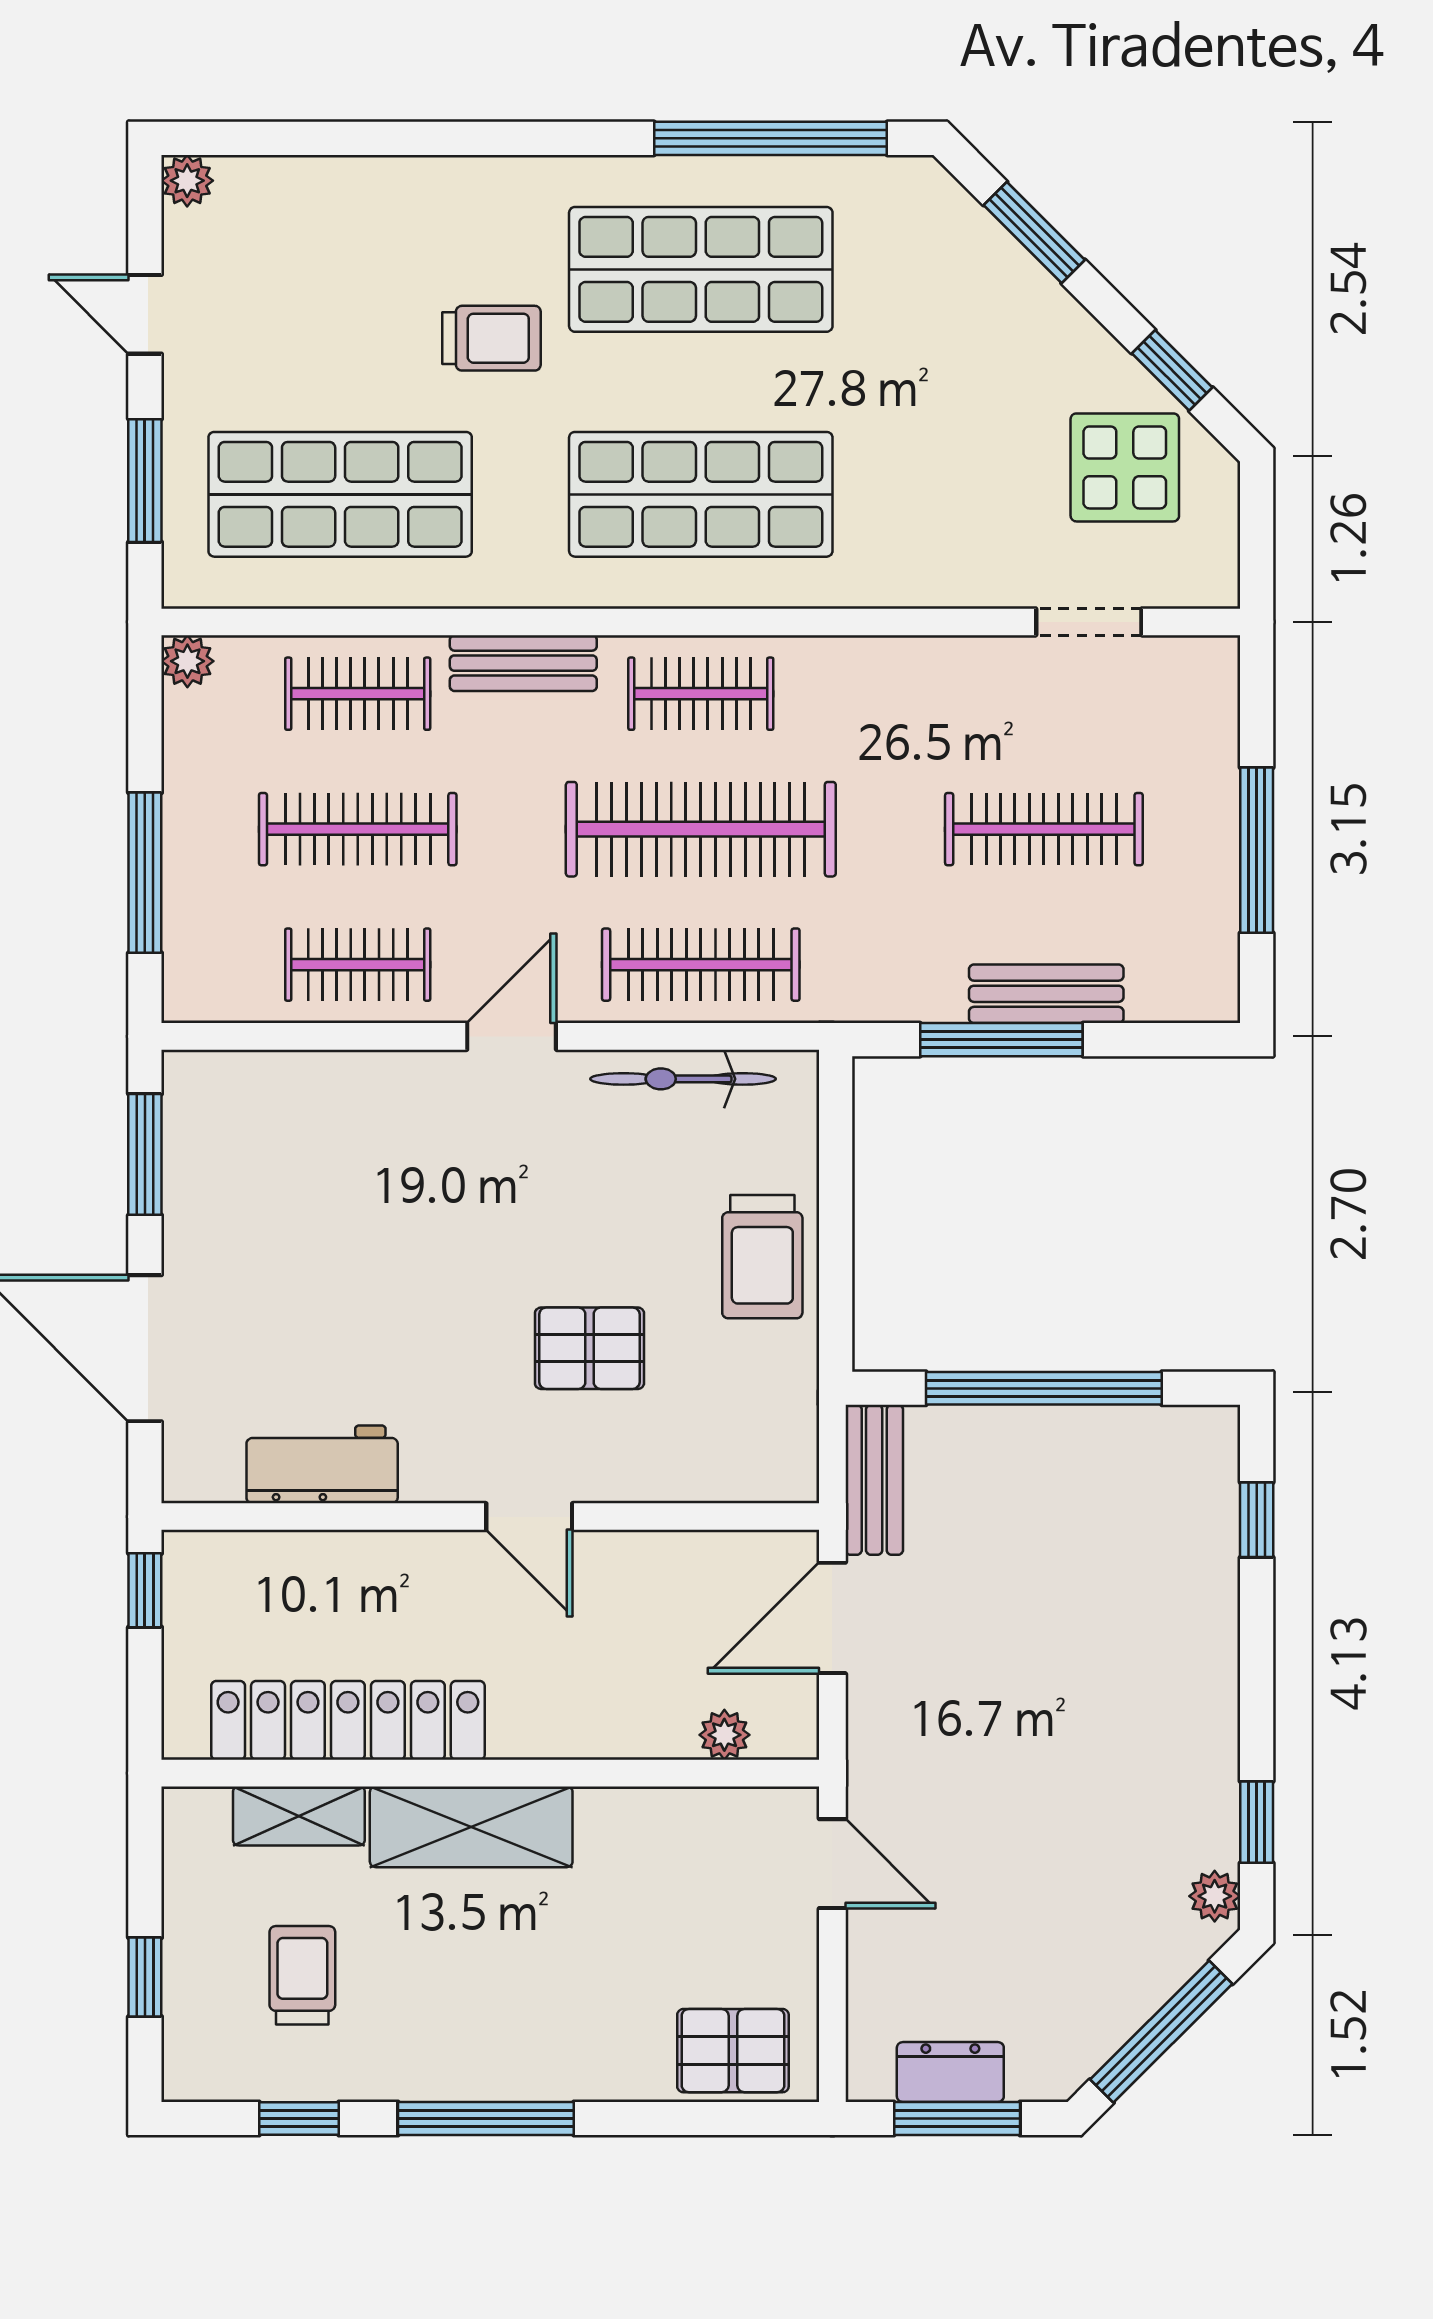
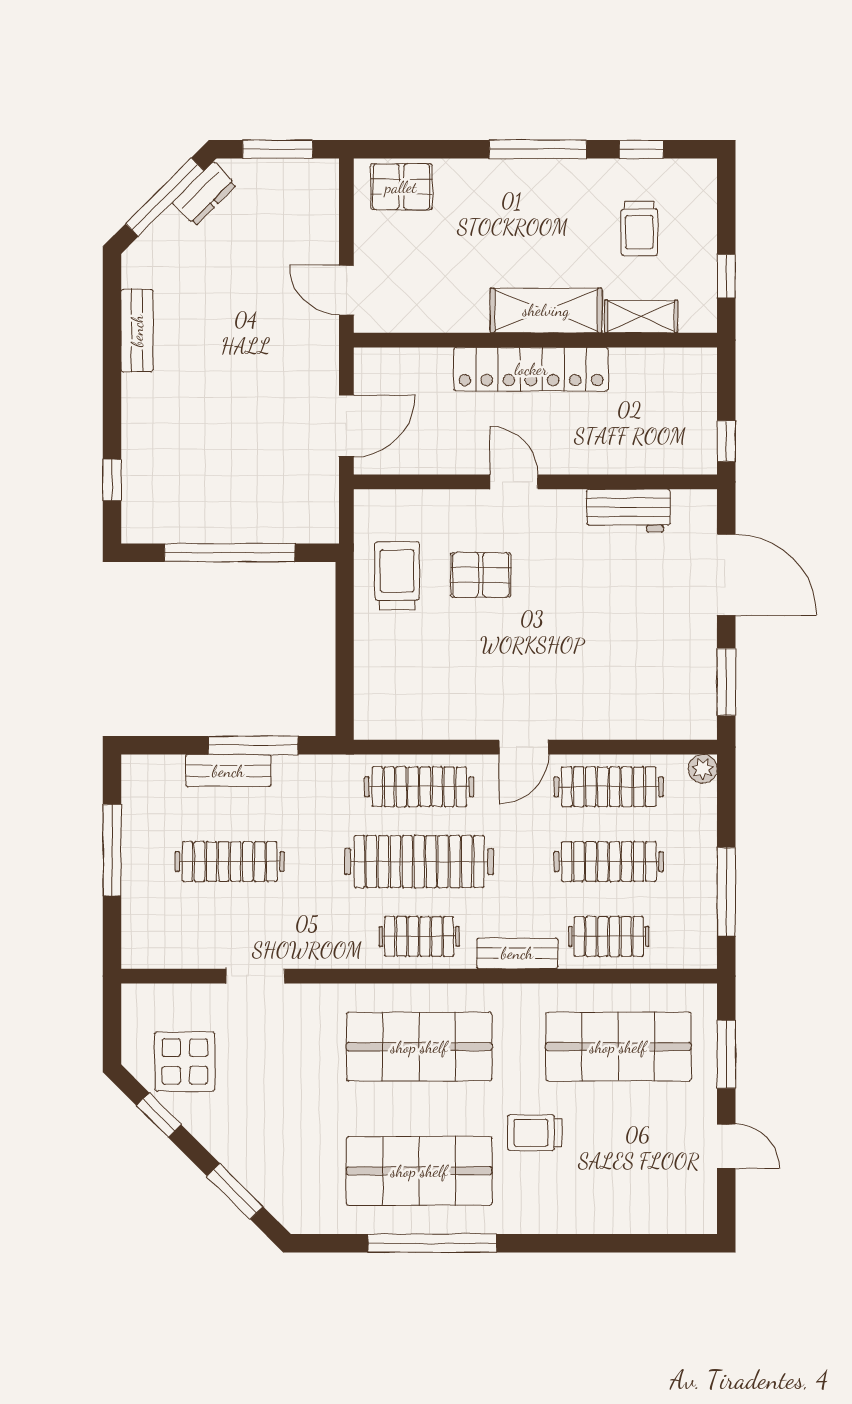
window: (771, 138) -> (432, 1243), moved
plant: (187, 181) -> (703, 1220), removed
doorway: (1089, 622) -> (255, 976), moved
plant: (187, 661) -> (703, 769), moved
window: (145, 873) -> (726, 892), moved
clothes rail: (358, 965) -> (609, 787), width x1.36
bicycle: (683, 1079) -> (429, 724), removed
trolley: (762, 1257) -> (397, 576), moved
bench: (874, 1480) -> (137, 331), moved
locker: (348, 1720) -> (531, 369), moved
plant: (724, 1735) -> (406, 361), removed
window: (1257, 1822) -> (112, 313), removed
plant: (1215, 1896) -> (135, 272), removed
window: (145, 1977) -> (726, 276), moved
dresser: (950, 2072) -> (204, 194), moved, turned -45

